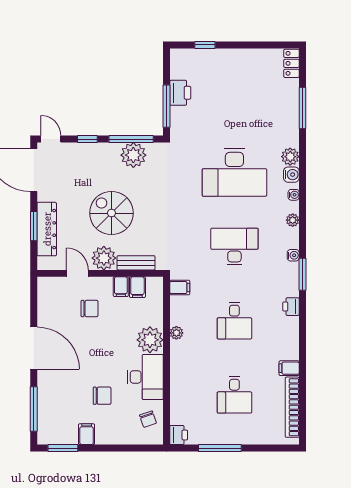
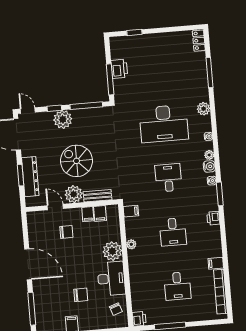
plant: (133, 155) -> (63, 119), moved
water cooler: (291, 175) -> (209, 166), moved
desk: (234, 246) -> (168, 178), width x0.73

